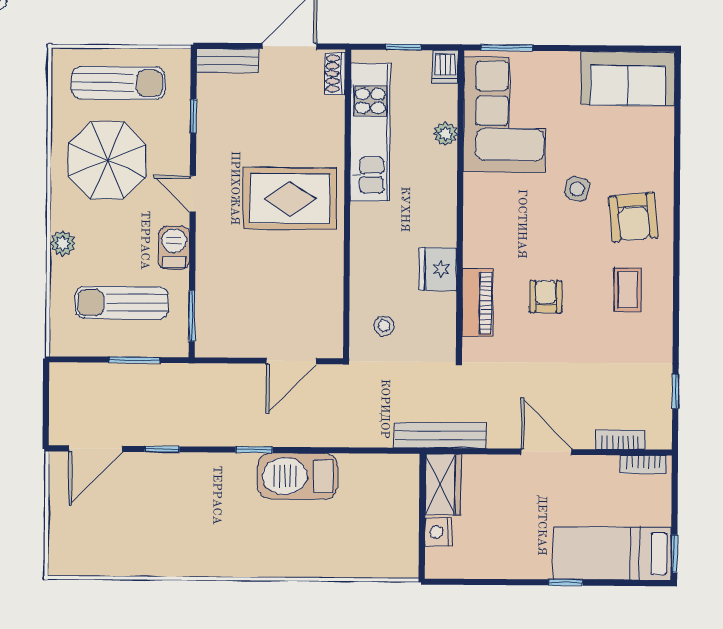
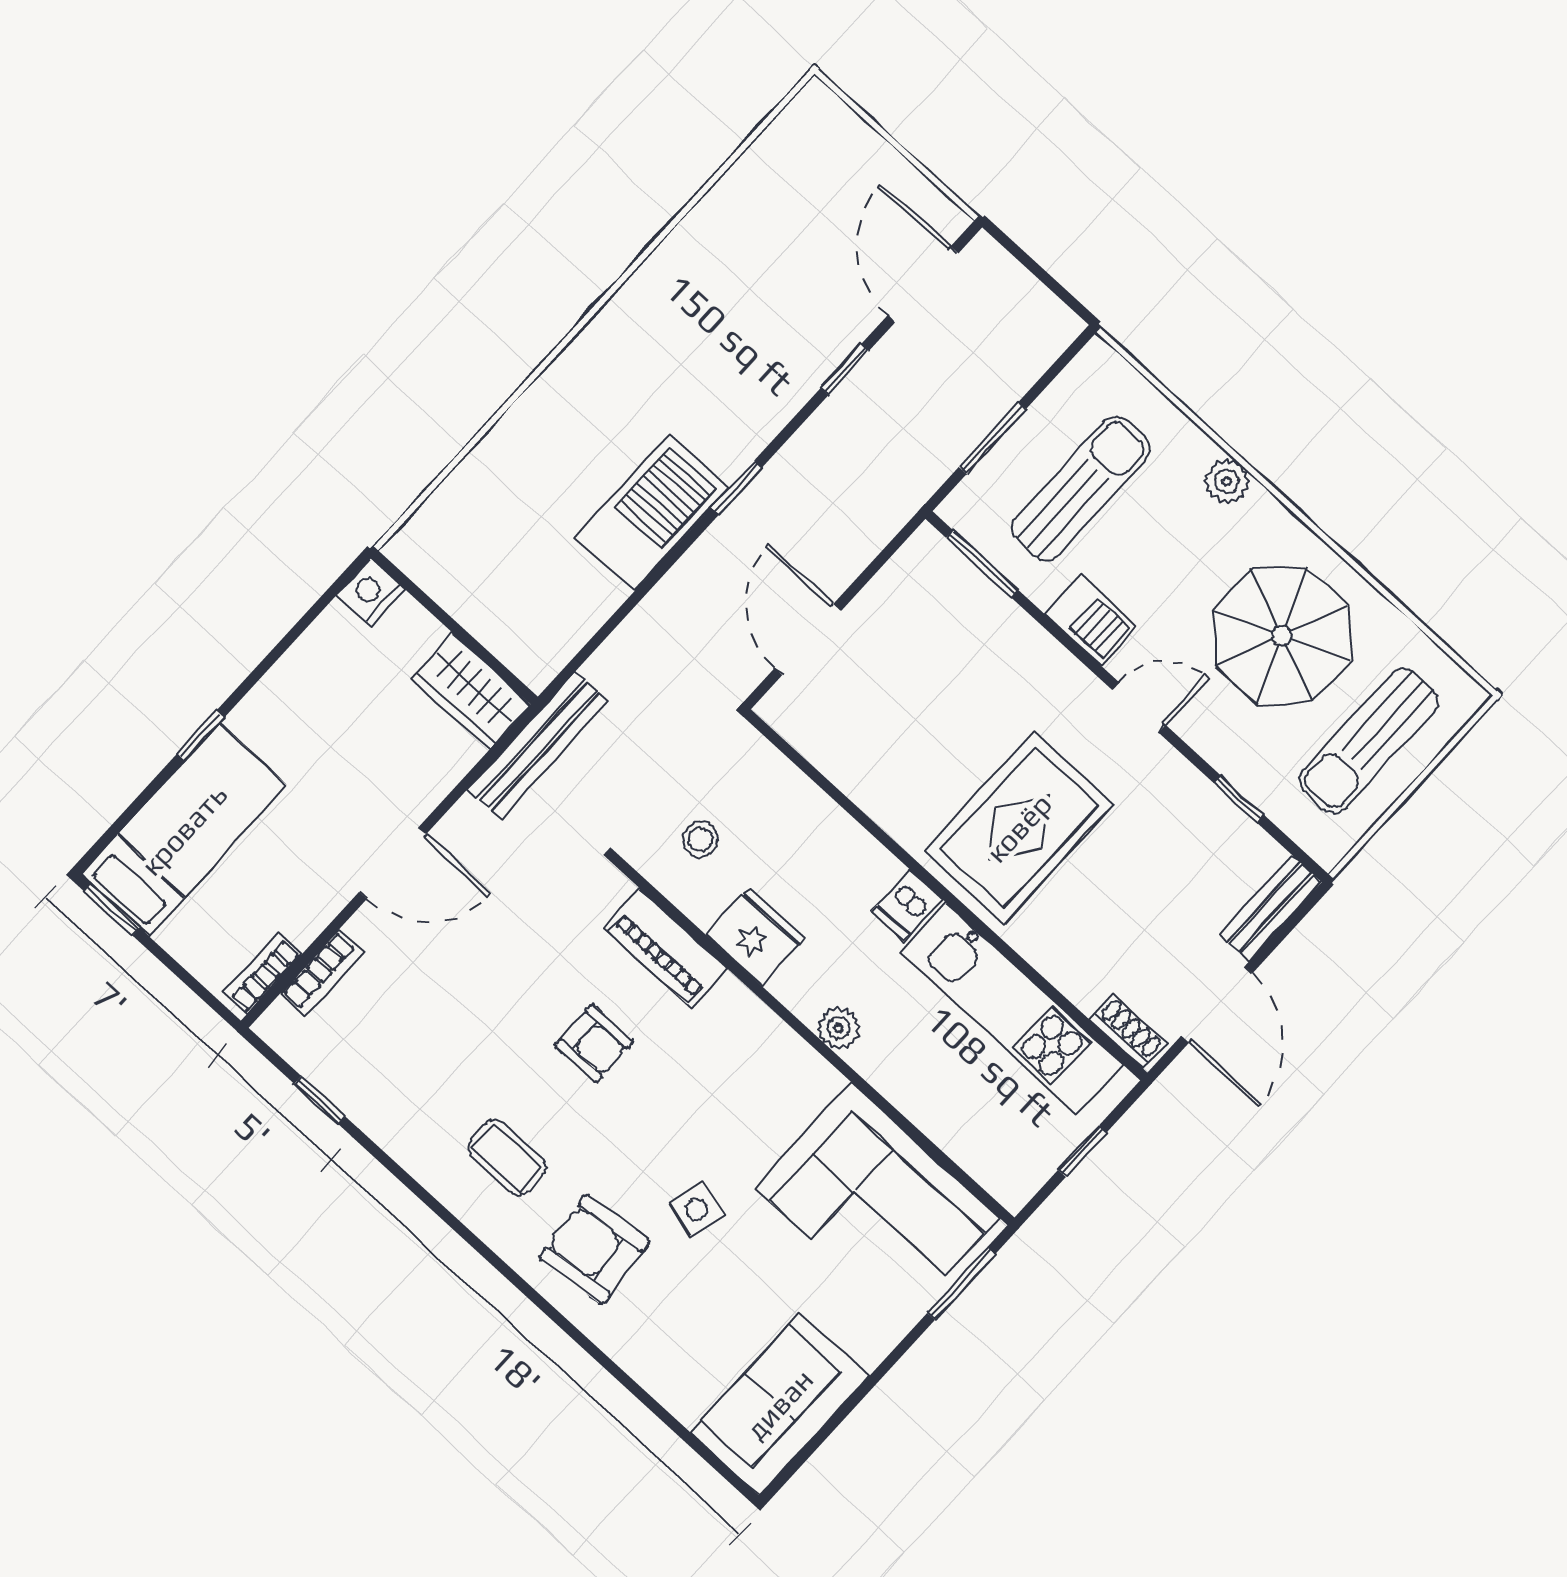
dishwasher: (445, 67) -> (907, 905), moved, turned -90
plant: (446, 134) -> (839, 1028), moved
stool: (384, 326) -> (701, 839), moved
nightstand: (438, 532) -> (371, 592), moved, turned -90

